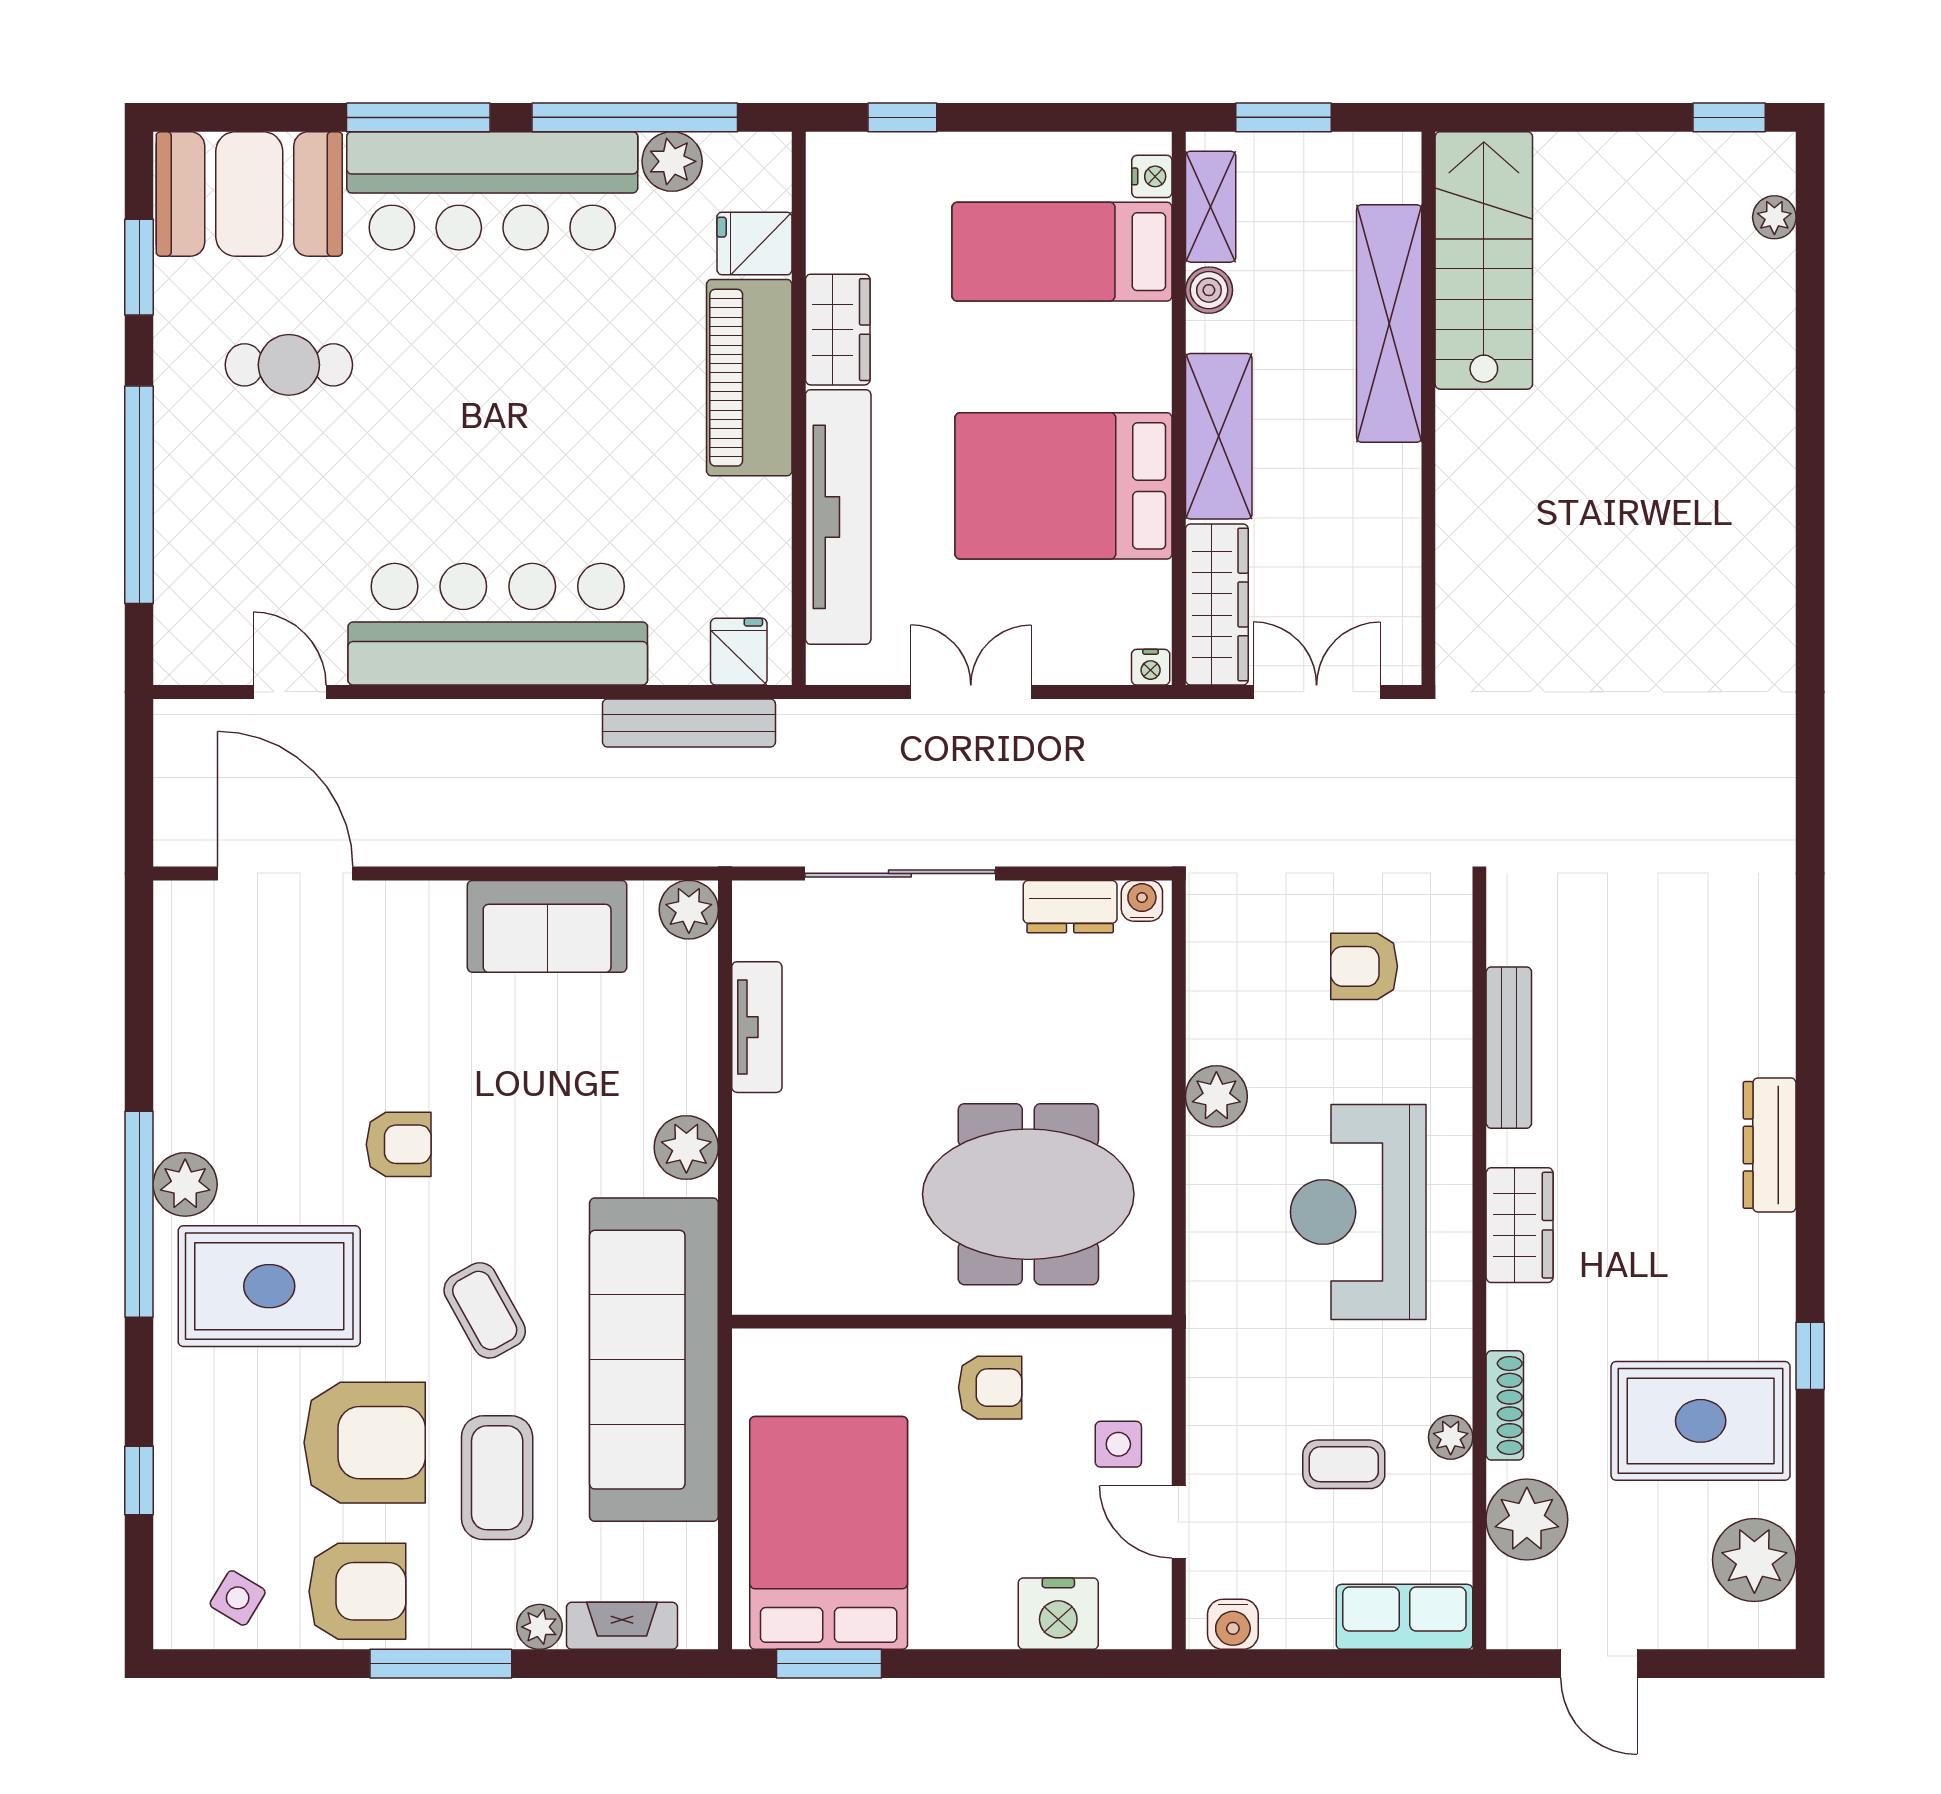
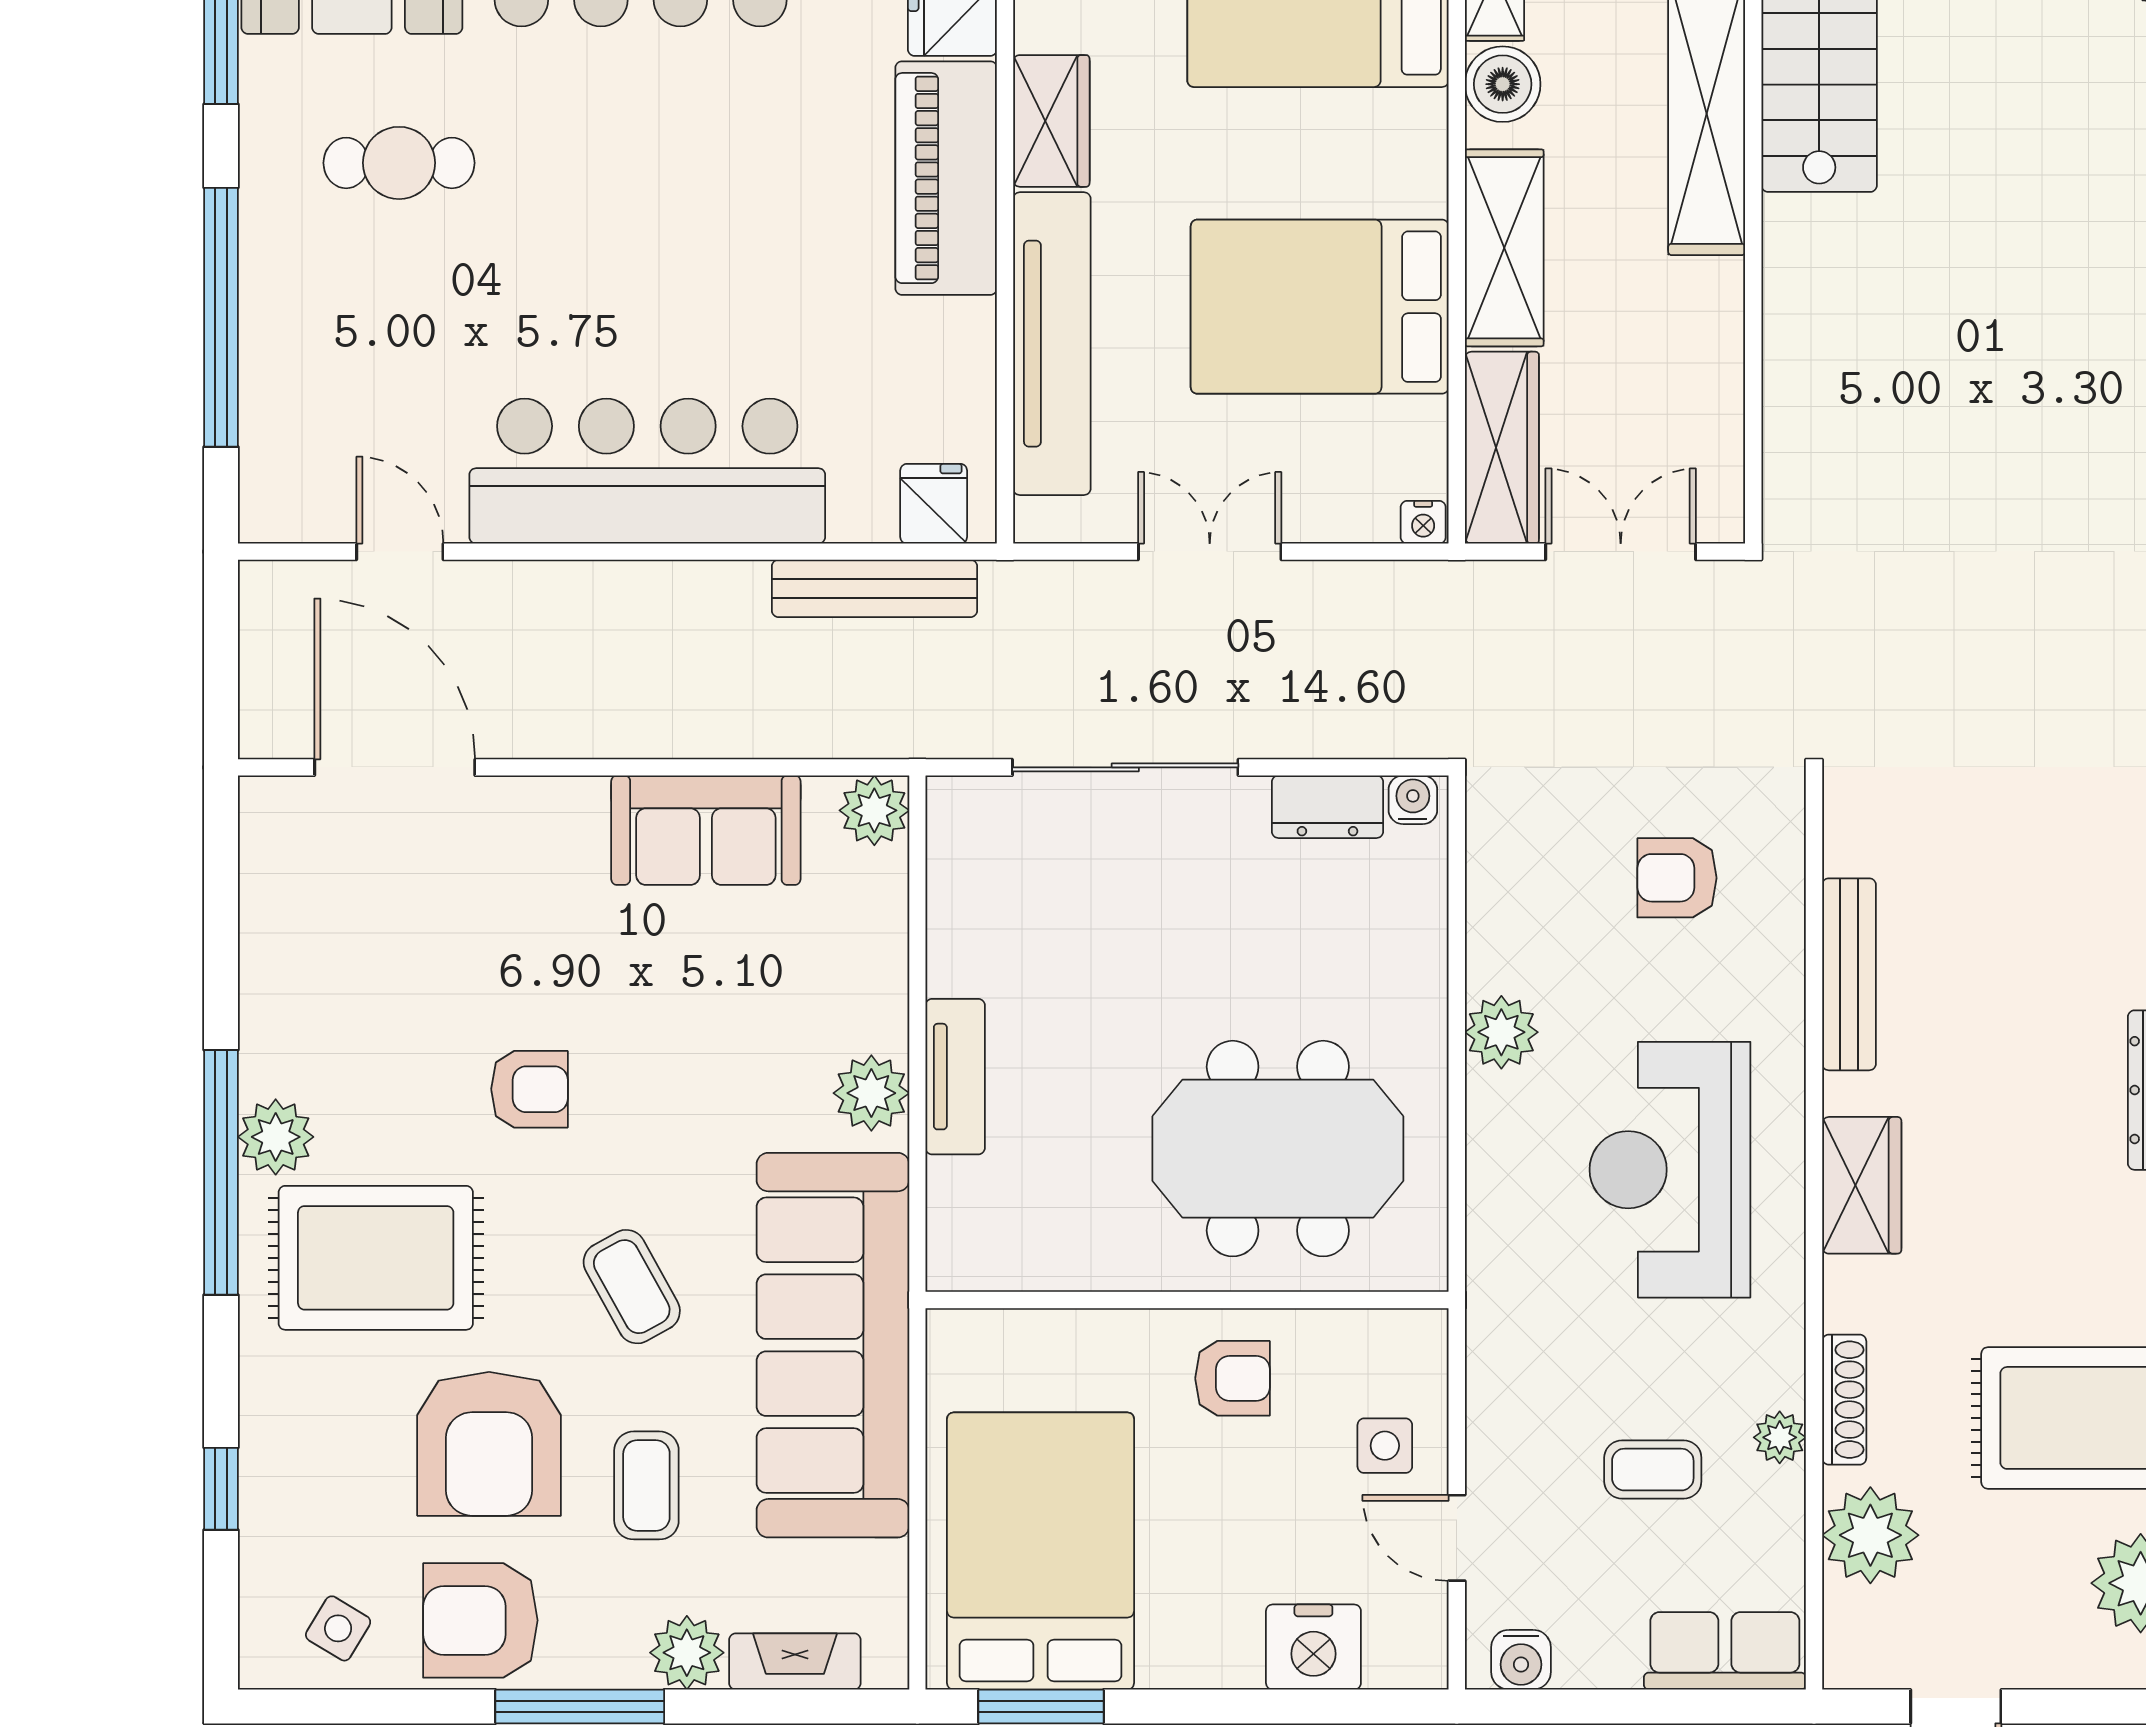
boiler: (1209, 290) -> (1503, 84), width x1.36, depth x1.36
tv unit: (757, 1027) -> (955, 1077), moved
armchair: (365, 1443) -> (489, 1444), turned 90
coffee table: (497, 1478) -> (646, 1485), width x0.73, depth x0.77
armchair: (357, 1591) -> (480, 1620), turned 180
plant: (540, 1627) -> (687, 1653), width x1.38, depth x1.38

